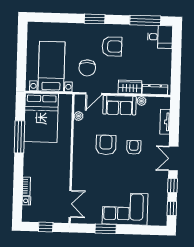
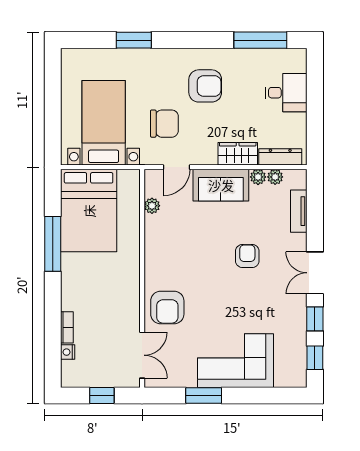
window: (95, 19) -> (134, 40), moved
desk: (160, 37) -> (286, 93), moved
chair: (87, 68) -> (164, 124), turned -90
plant: (152, 101) -> (275, 177), added
armchair: (106, 145) -> (167, 307), moved, turned 180

